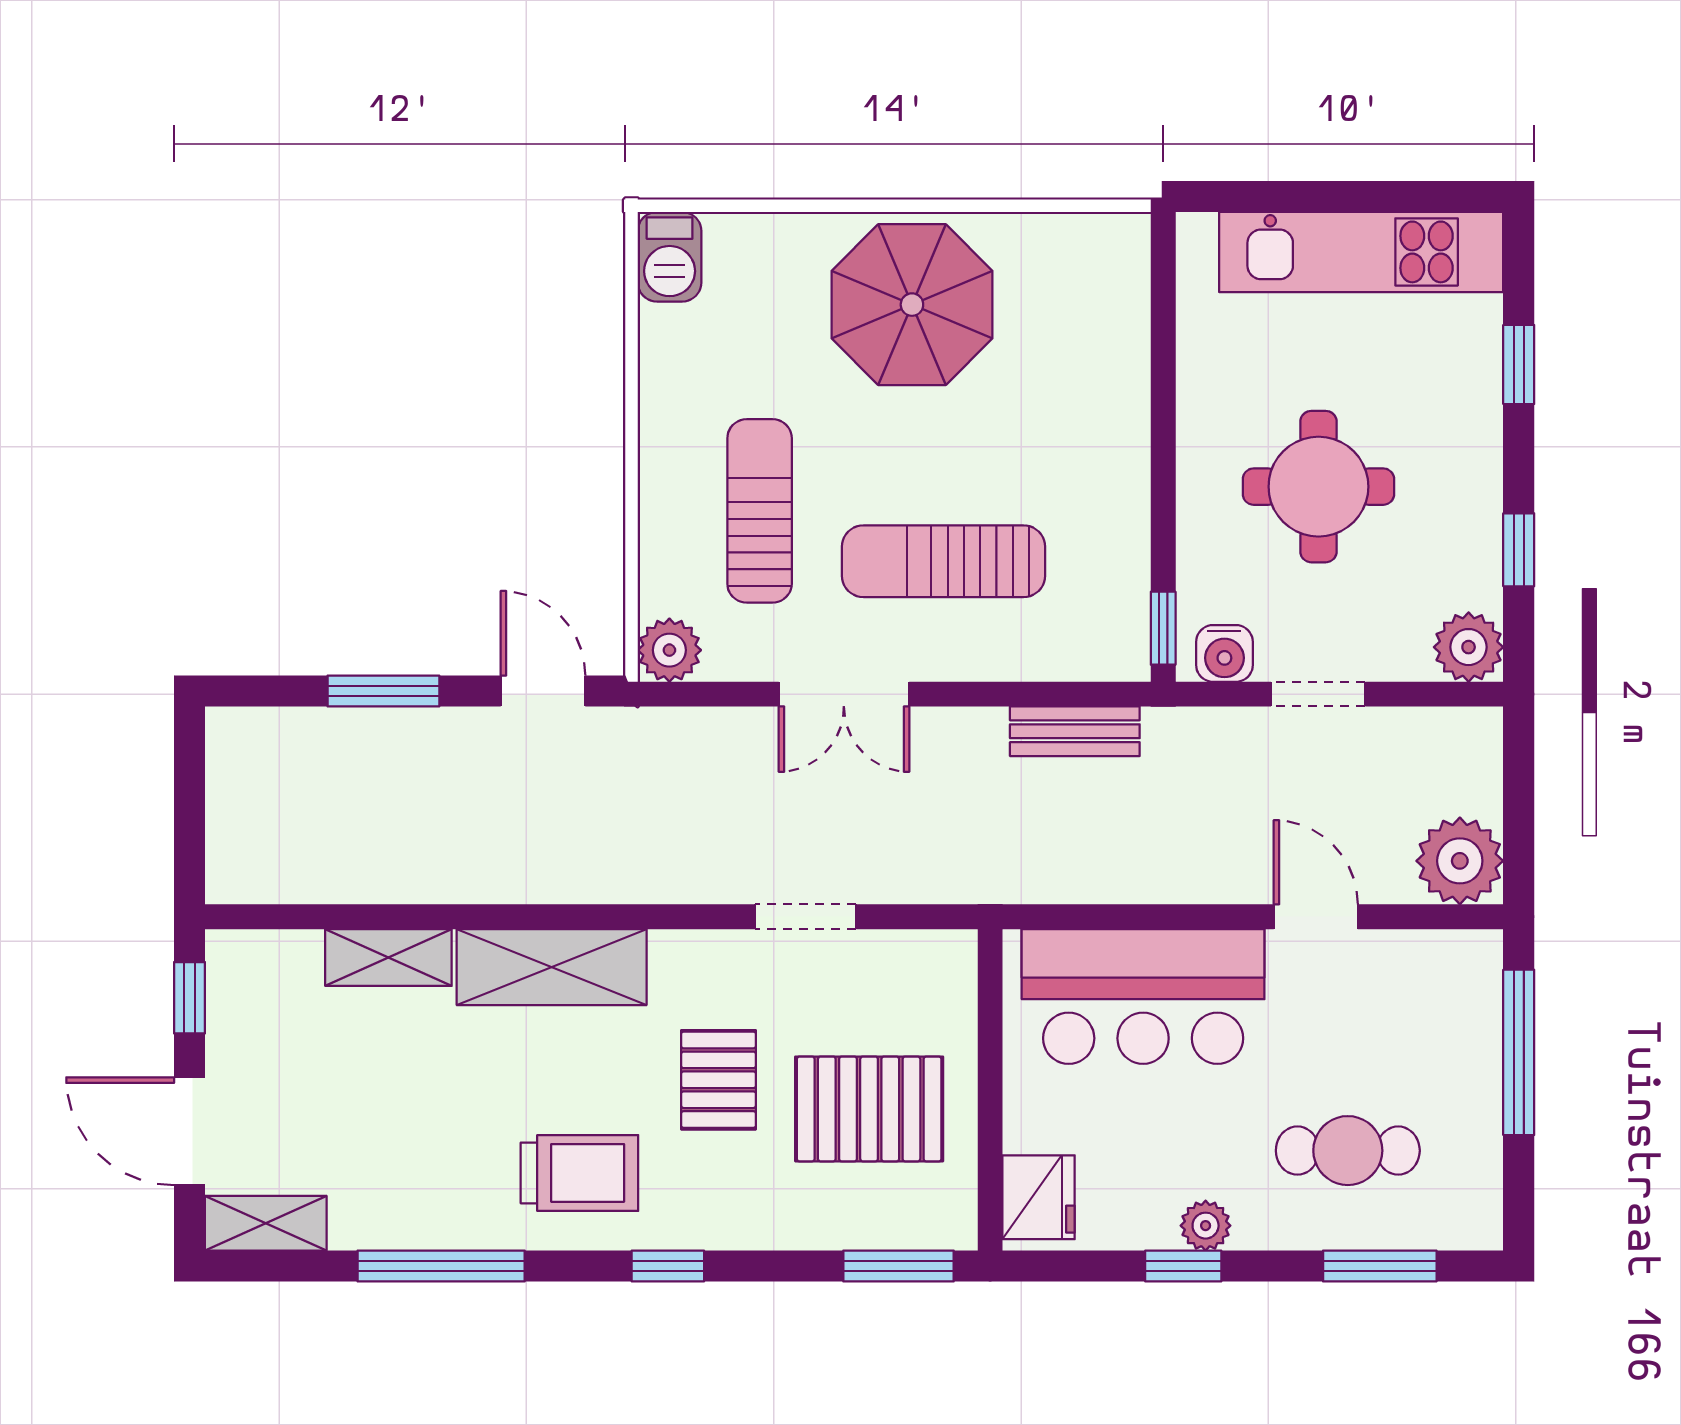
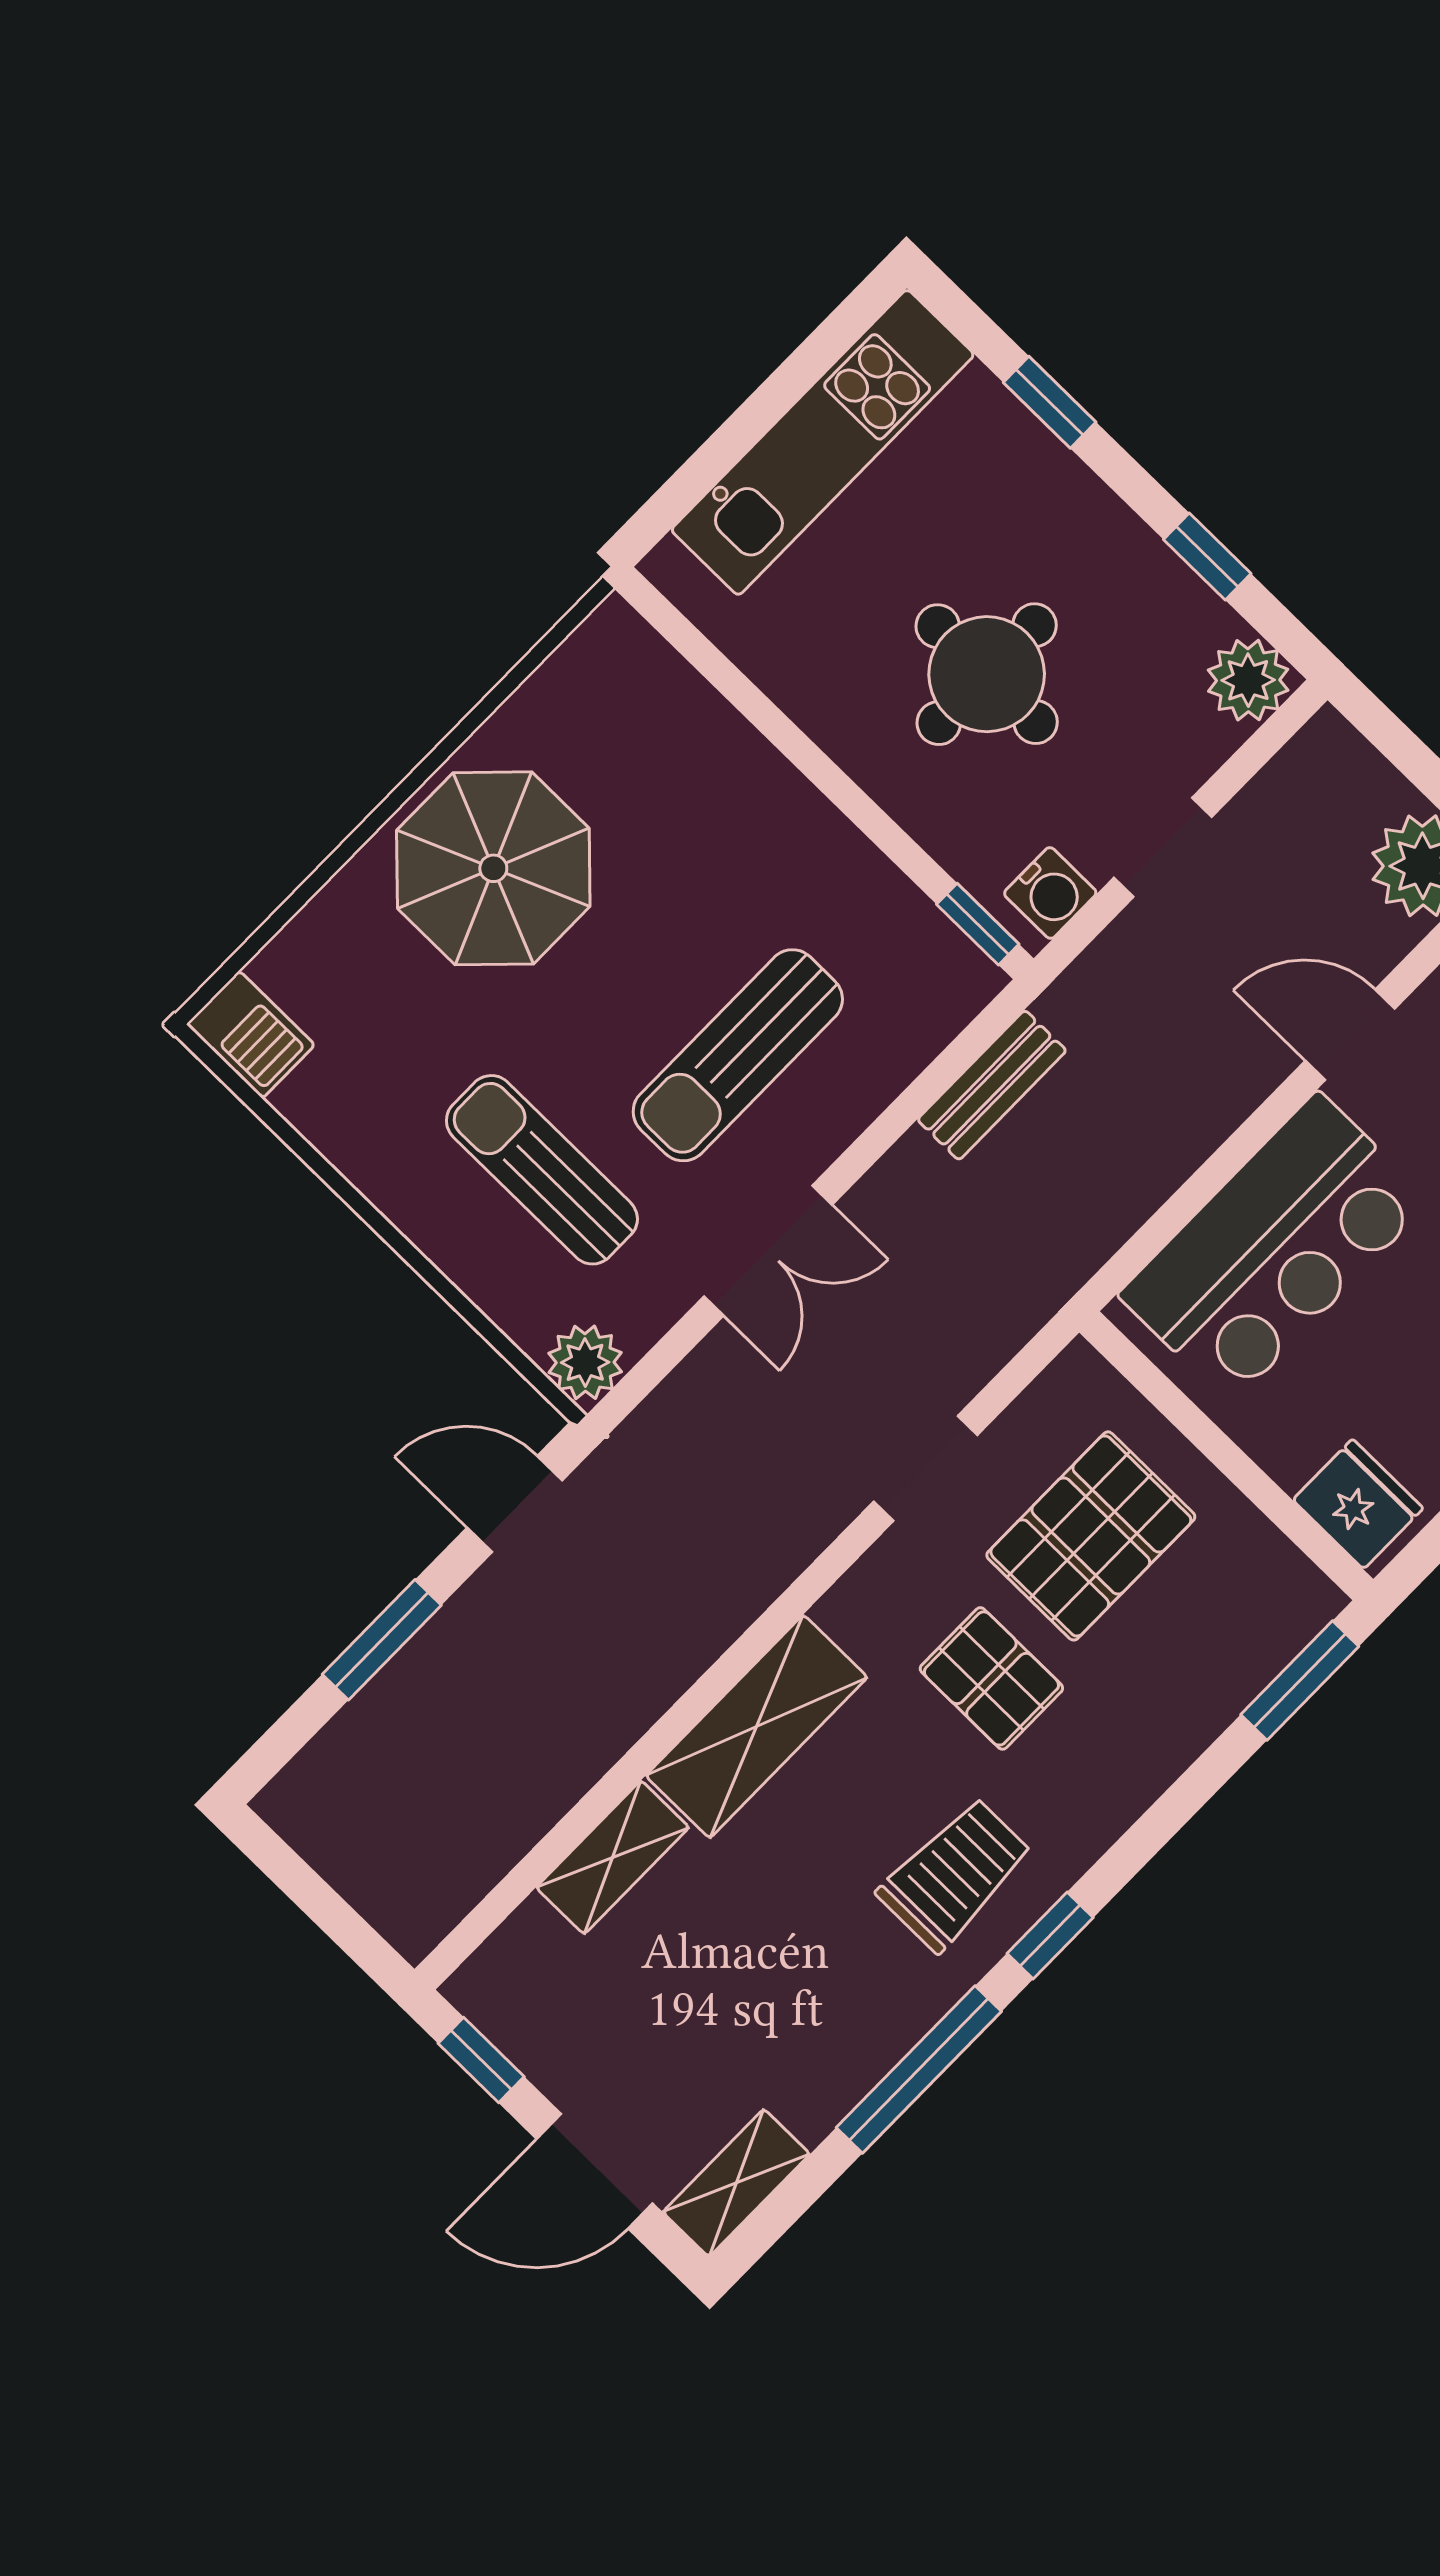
pallet: (869, 1109) -> (1091, 1536), moved
window: (668, 1266) -> (1050, 1935), moved

